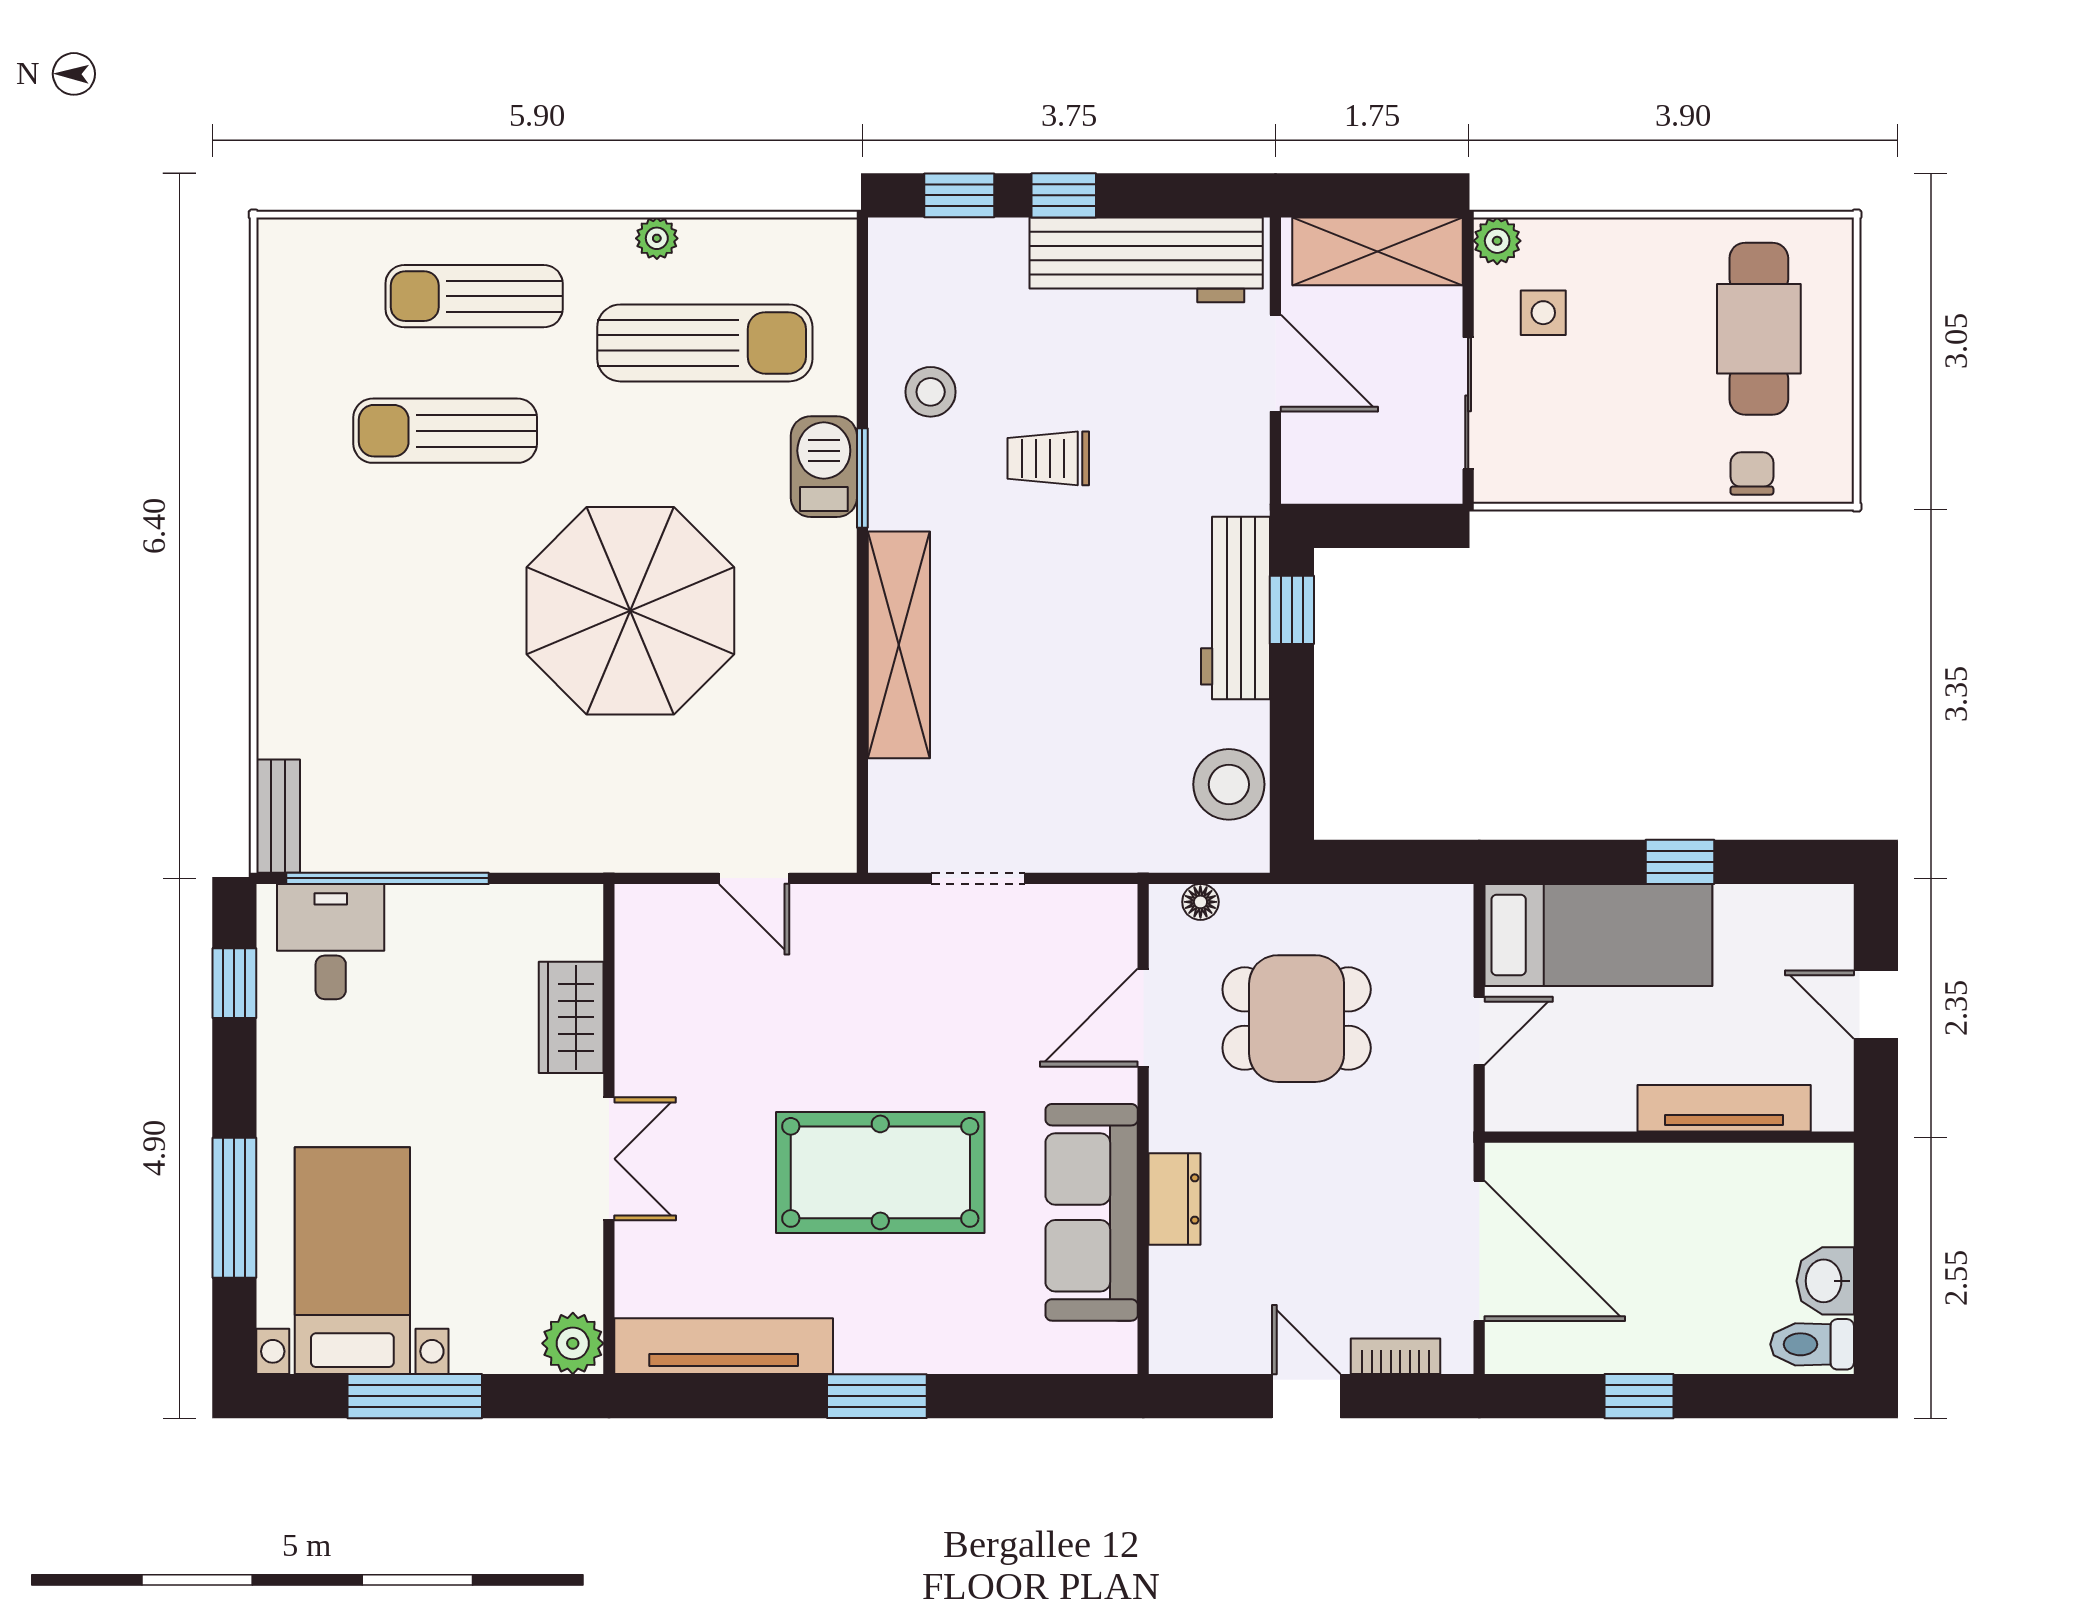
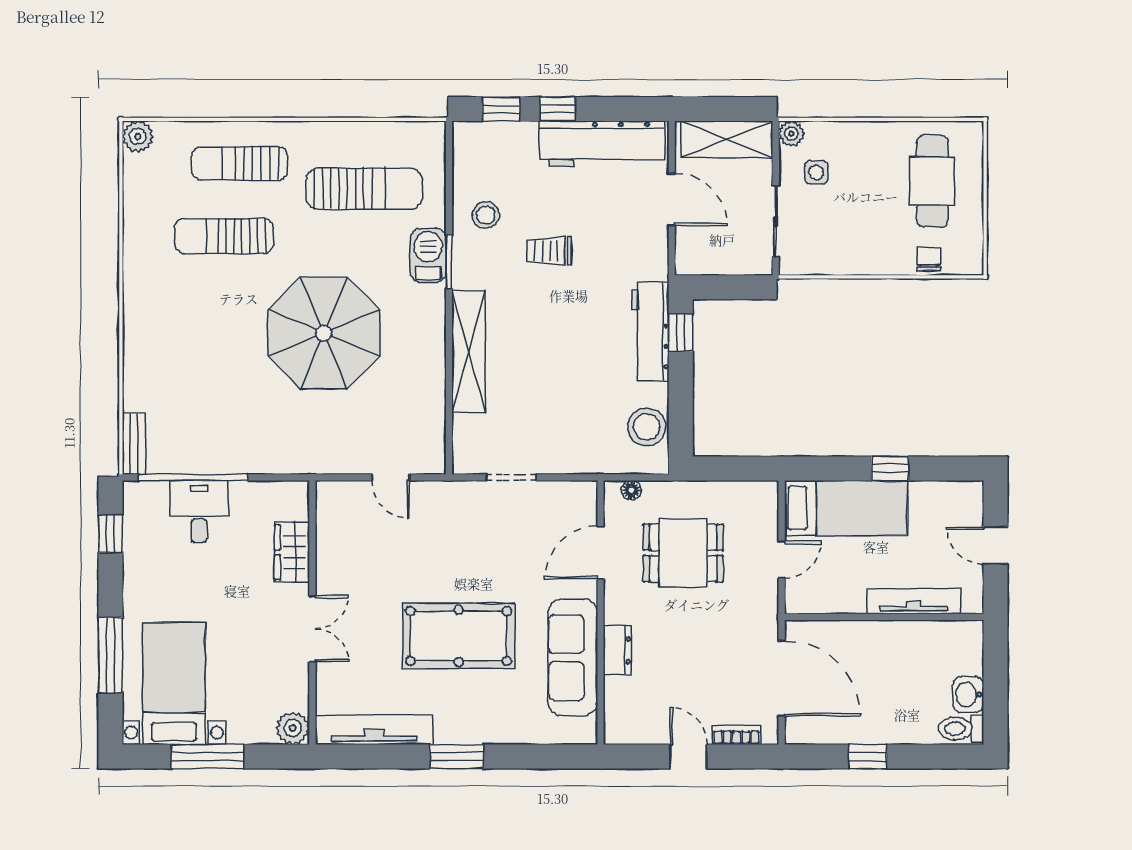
plant: (657, 238) -> (138, 136), moved, width x1.38, depth x1.38
desk: (331, 942) -> (199, 511), moved

